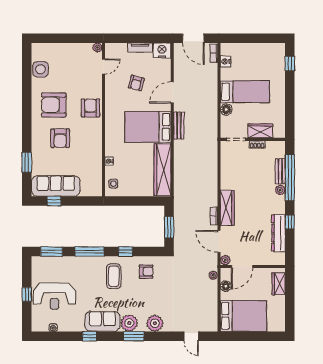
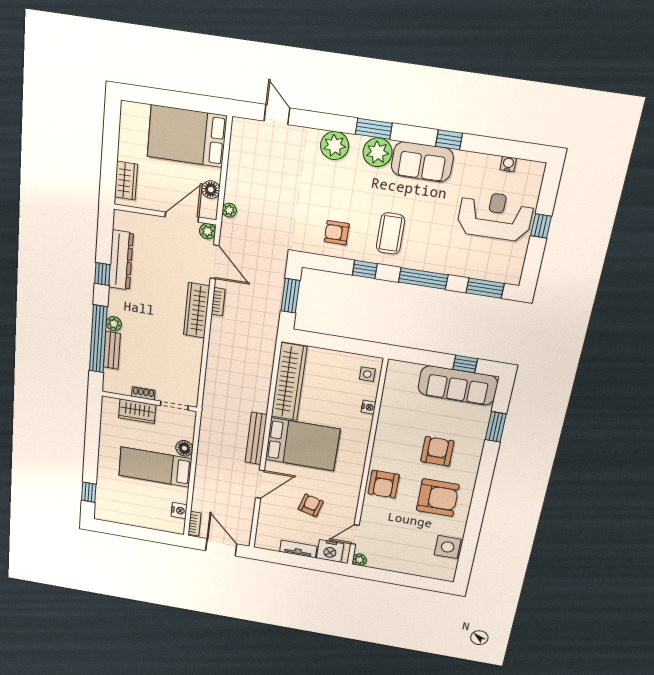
nightstand: (162, 50) -> (330, 551), moved
bench: (179, 126) -> (256, 438), width x1.36

